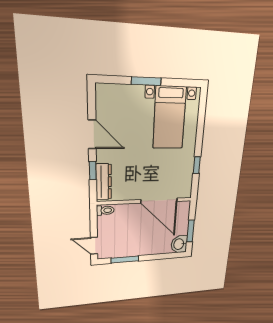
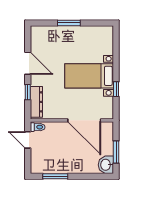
bed with nightstands: (169, 118) -> (89, 76), moved, turned 90
door: (94, 246) -> (28, 140), moved

